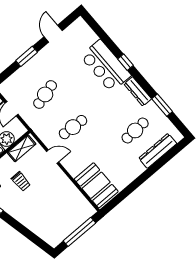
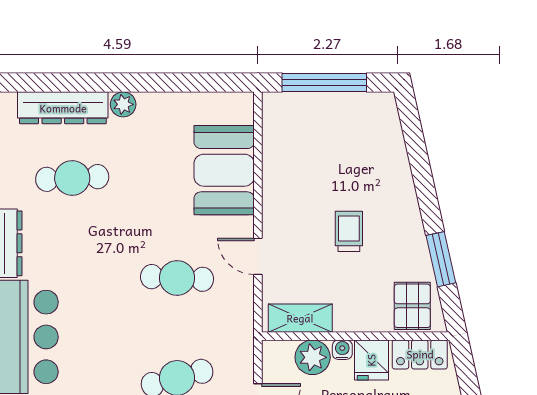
plant: (139, 169) -> (123, 104), added
trolley: (21, 181) -> (349, 231), moved
booth: (96, 185) -> (224, 170), moved

